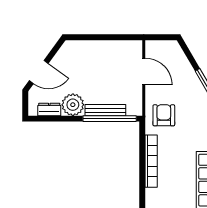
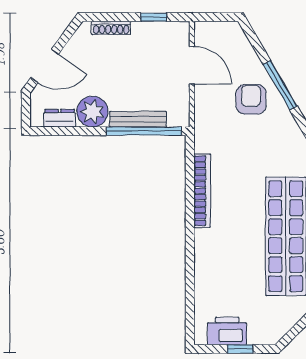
window: (117, 37) -> (154, 17), added
shoe rack: (86, 45) -> (111, 28), added
armchair: (164, 115) -> (251, 99), moved

